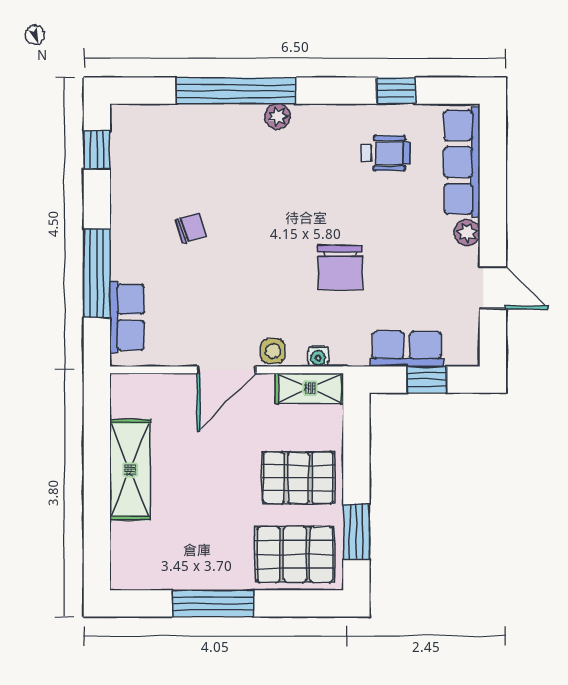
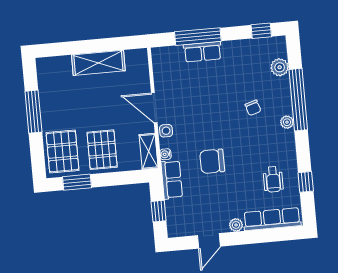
plant: (171, 121) -> (280, 67), added
chair: (191, 228) -> (253, 108), moved
row of seats: (127, 317) -> (203, 52), moved
row of seats: (407, 349) -> (172, 180), moved

